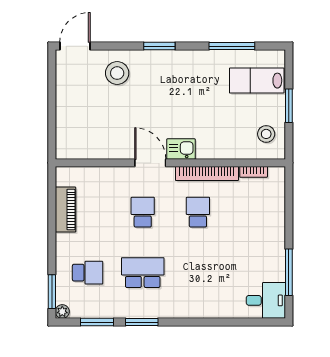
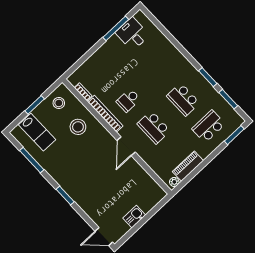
stool: (117, 73) -> (78, 127), moved
kitchen sink: (181, 149) -> (134, 217), moved, turned 90
school desk: (143, 212) -> (154, 127), width x1.85
school desk: (88, 273) -> (209, 126), width x1.85
desk: (266, 300) -> (132, 34), moved
plant: (62, 312) -> (174, 182), moved

